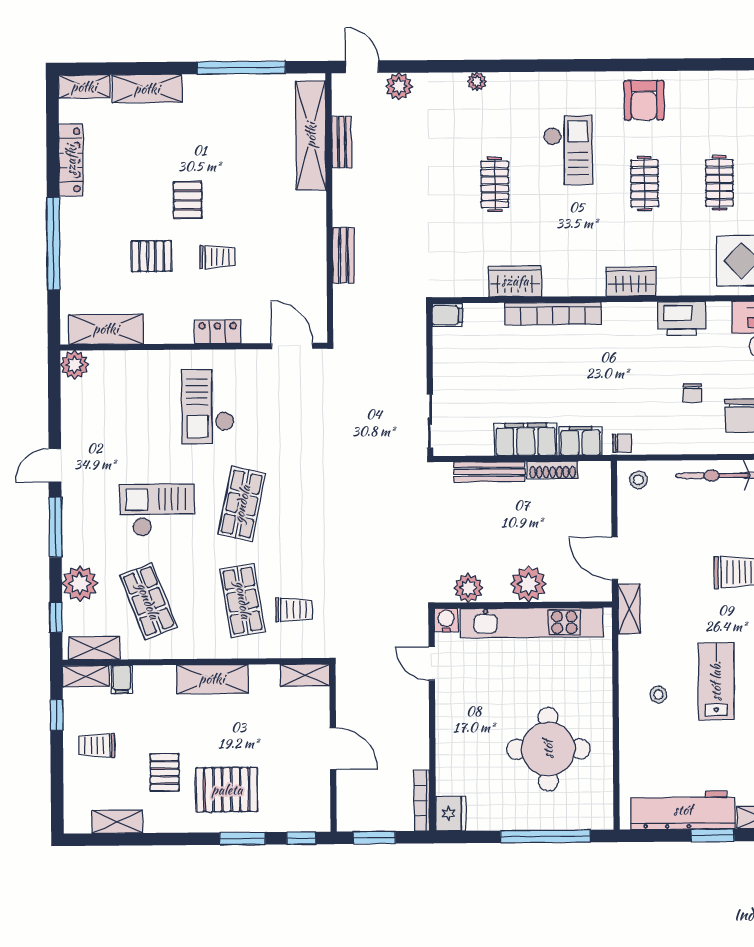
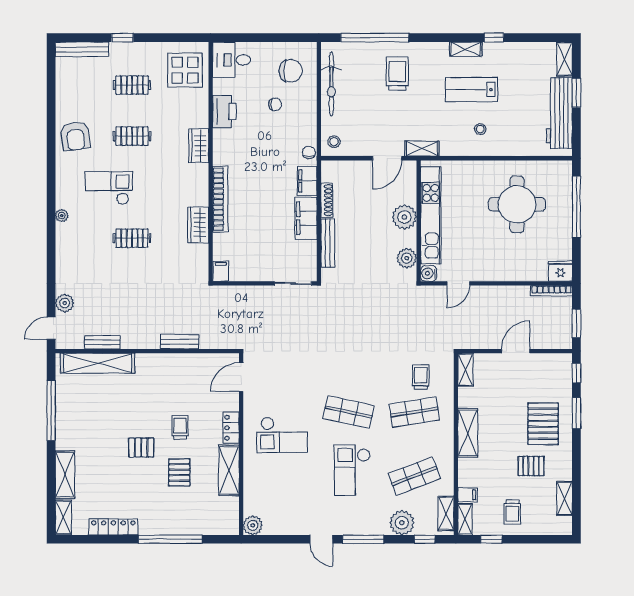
plant: (477, 82) -> (62, 216), moved
armchair: (644, 100) -> (75, 136), turned 83
shelving: (106, 329) -> (229, 470), moved

